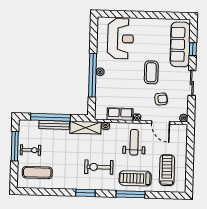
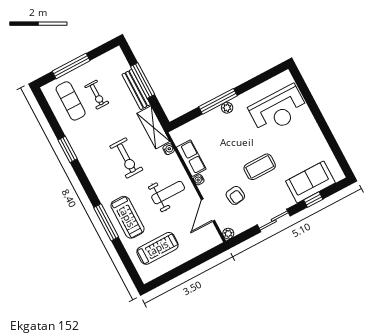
sofa: (180, 44) -> (310, 182), width x0.73
window: (92, 75) -> (218, 101), width x0.68
window: (51, 117) -> (143, 80), width x0.68
window: (15, 146) -> (71, 66), moved
exercise bike: (31, 150) -> (97, 95), moved
exercise bike: (99, 167) -> (126, 158), moved, turned 180
treadmill: (135, 178) -> (127, 217), turned 180
window: (85, 193) -> (68, 149), moved

